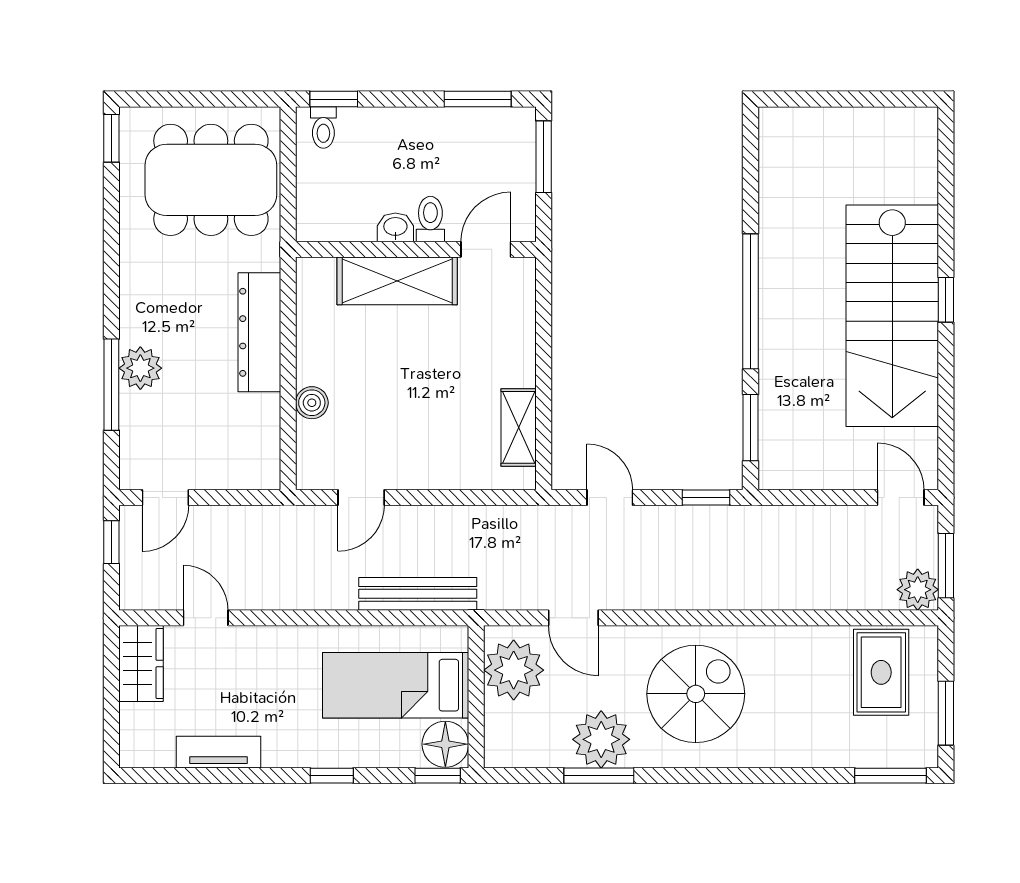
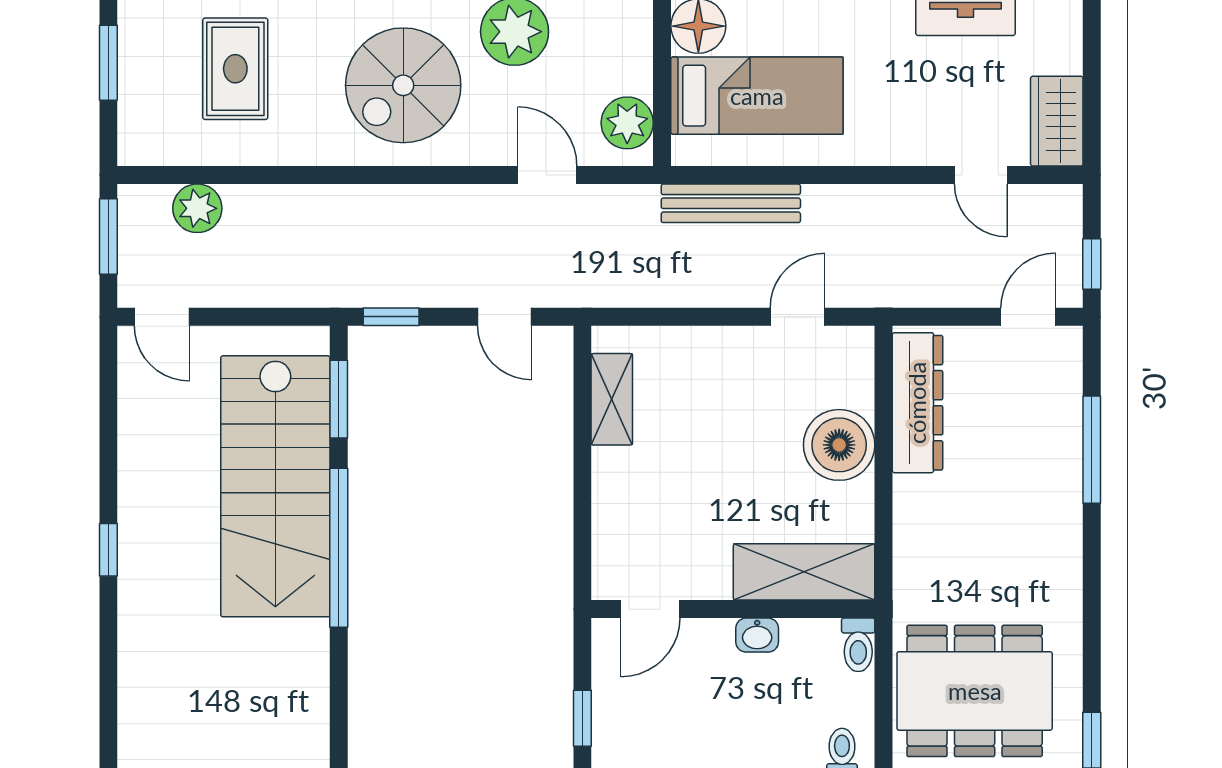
window: (544, 157) -> (582, 718), width x0.67
toilet: (430, 219) -> (858, 645), moved
shelving: (397, 281) -> (804, 572), moved
stairs: (892, 316) -> (275, 486), moved, turned 180
dresser: (259, 332) -> (917, 403), moved
plant: (140, 368) -> (1058, 469), removed
boiler: (312, 403) -> (839, 445), width x1.86, depth x1.86
plant: (918, 590) -> (197, 208), moved
plant: (514, 670) -> (627, 123), width x0.73, depth x0.73
rug: (881, 672) -> (235, 69), moved

